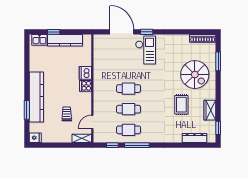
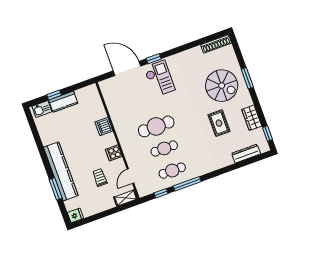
kitchen counter: (65, 40) -> (63, 102), width x0.67
window: (218, 61) -> (247, 78), moved
cooker: (86, 86) -> (114, 153), moved
cafe table: (129, 89) -> (156, 126), width x1.37, depth x1.35

